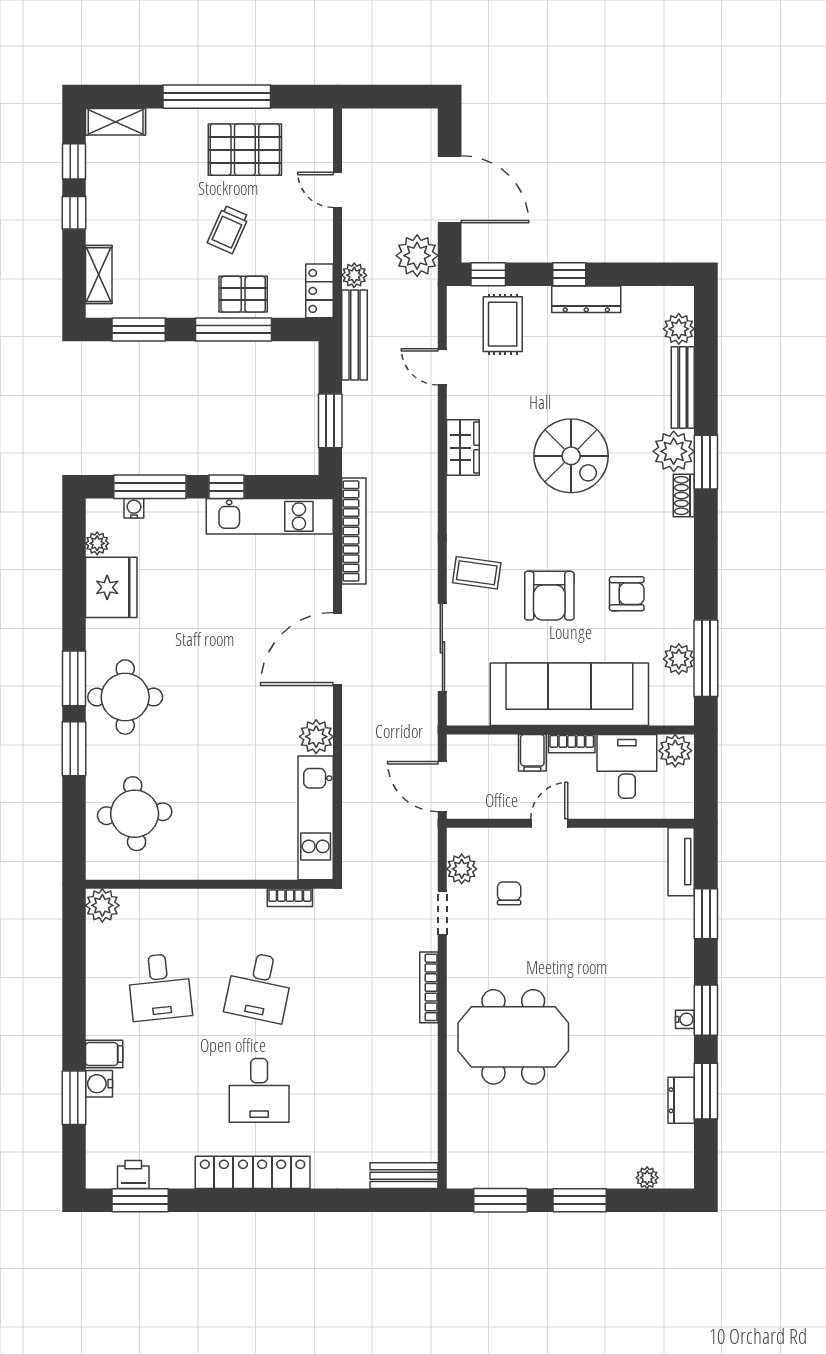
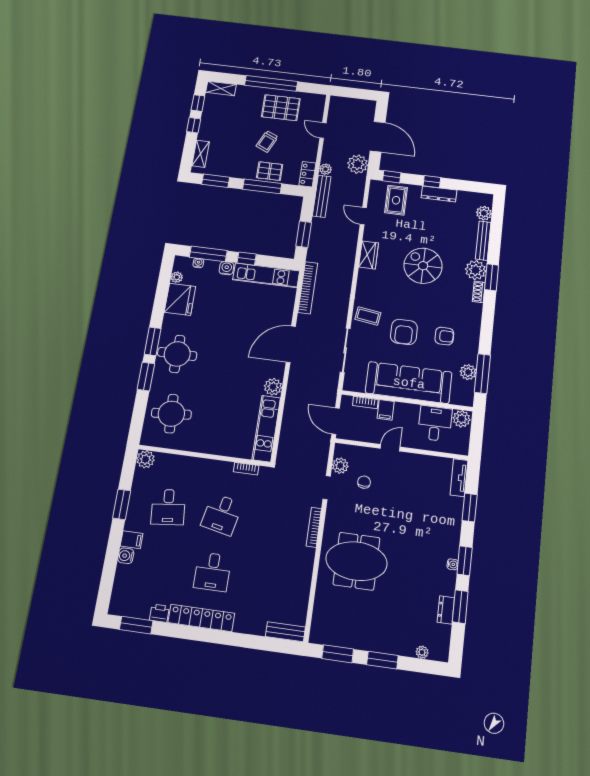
spiral stairs: (571, 456) -> (423, 266), turned 180
water cooler: (191, 512) -> (227, 268), added
bookcase: (572, 744) -> (365, 402), moved
window: (74, 1098) -> (122, 504), moved
printer: (133, 1174) -> (159, 613), moved

